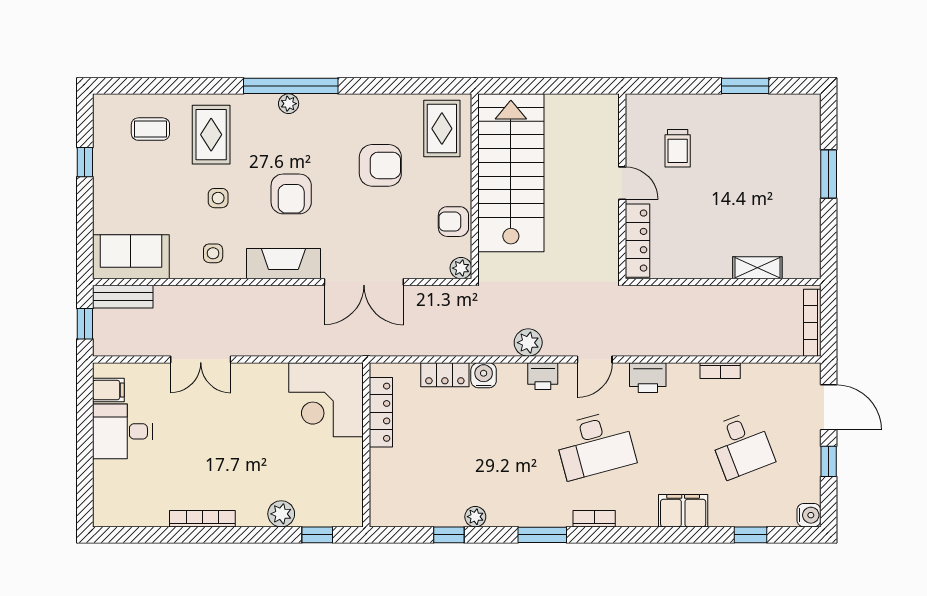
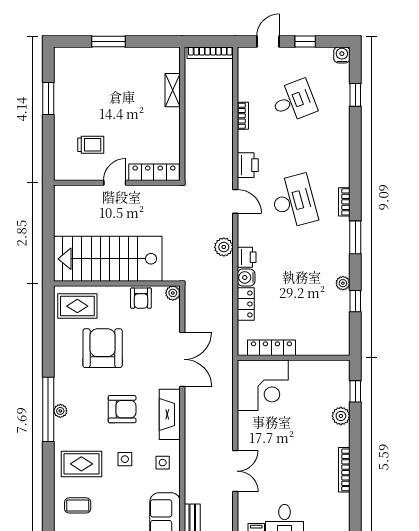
coffee table: (150, 129) -> (78, 505), turned 90
armchair: (380, 165) -> (103, 348), width x1.36, depth x1.36
printer: (543, 376) -> (247, 257), moved
door: (829, 407) -> (268, 41), width x0.73
filing cabinet: (683, 511) -> (339, 141), removed

